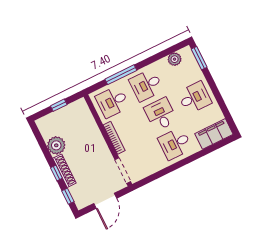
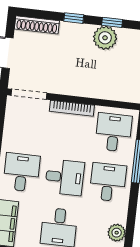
shoe rack: (64, 171) -> (37, 25), moved
window: (68, 196) -> (112, 22), moved

